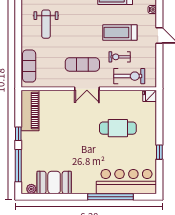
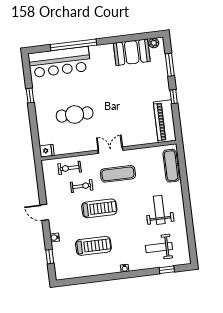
treadmill: (120, 33) -> (99, 208), moved
exercise bike: (129, 76) -> (70, 168), width x0.73, depth x0.72
window: (18, 166) -> (170, 65), width x0.69

